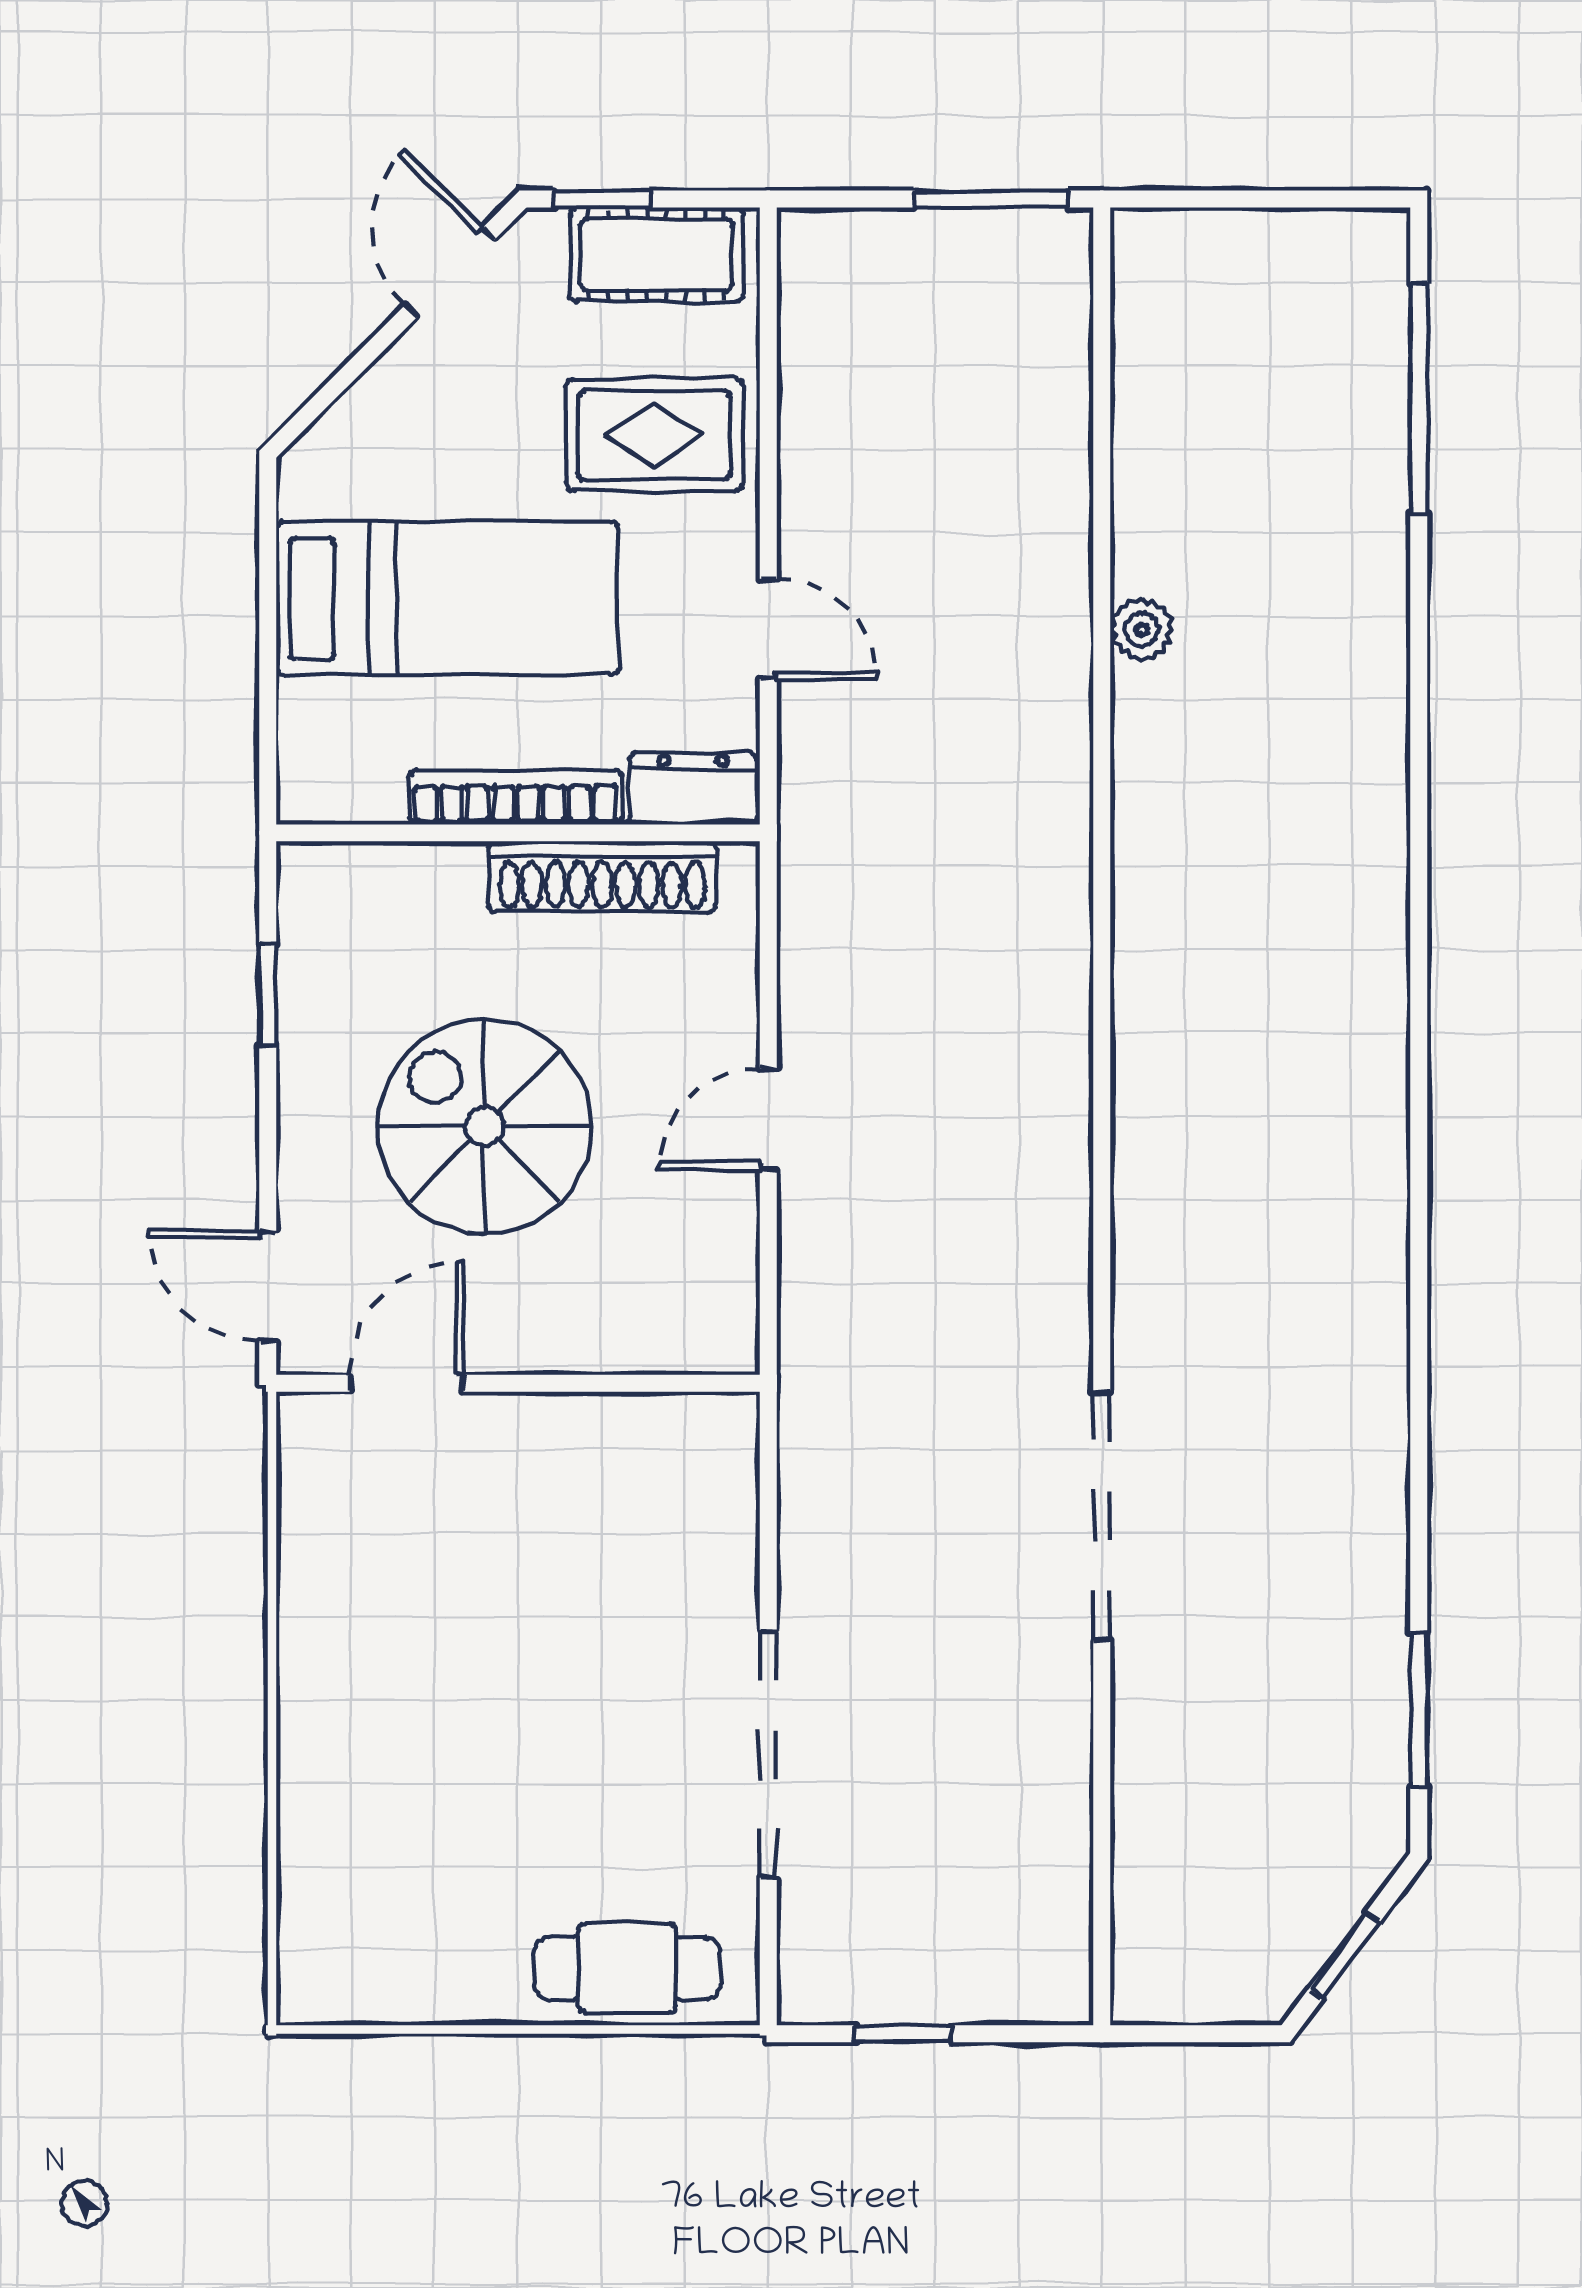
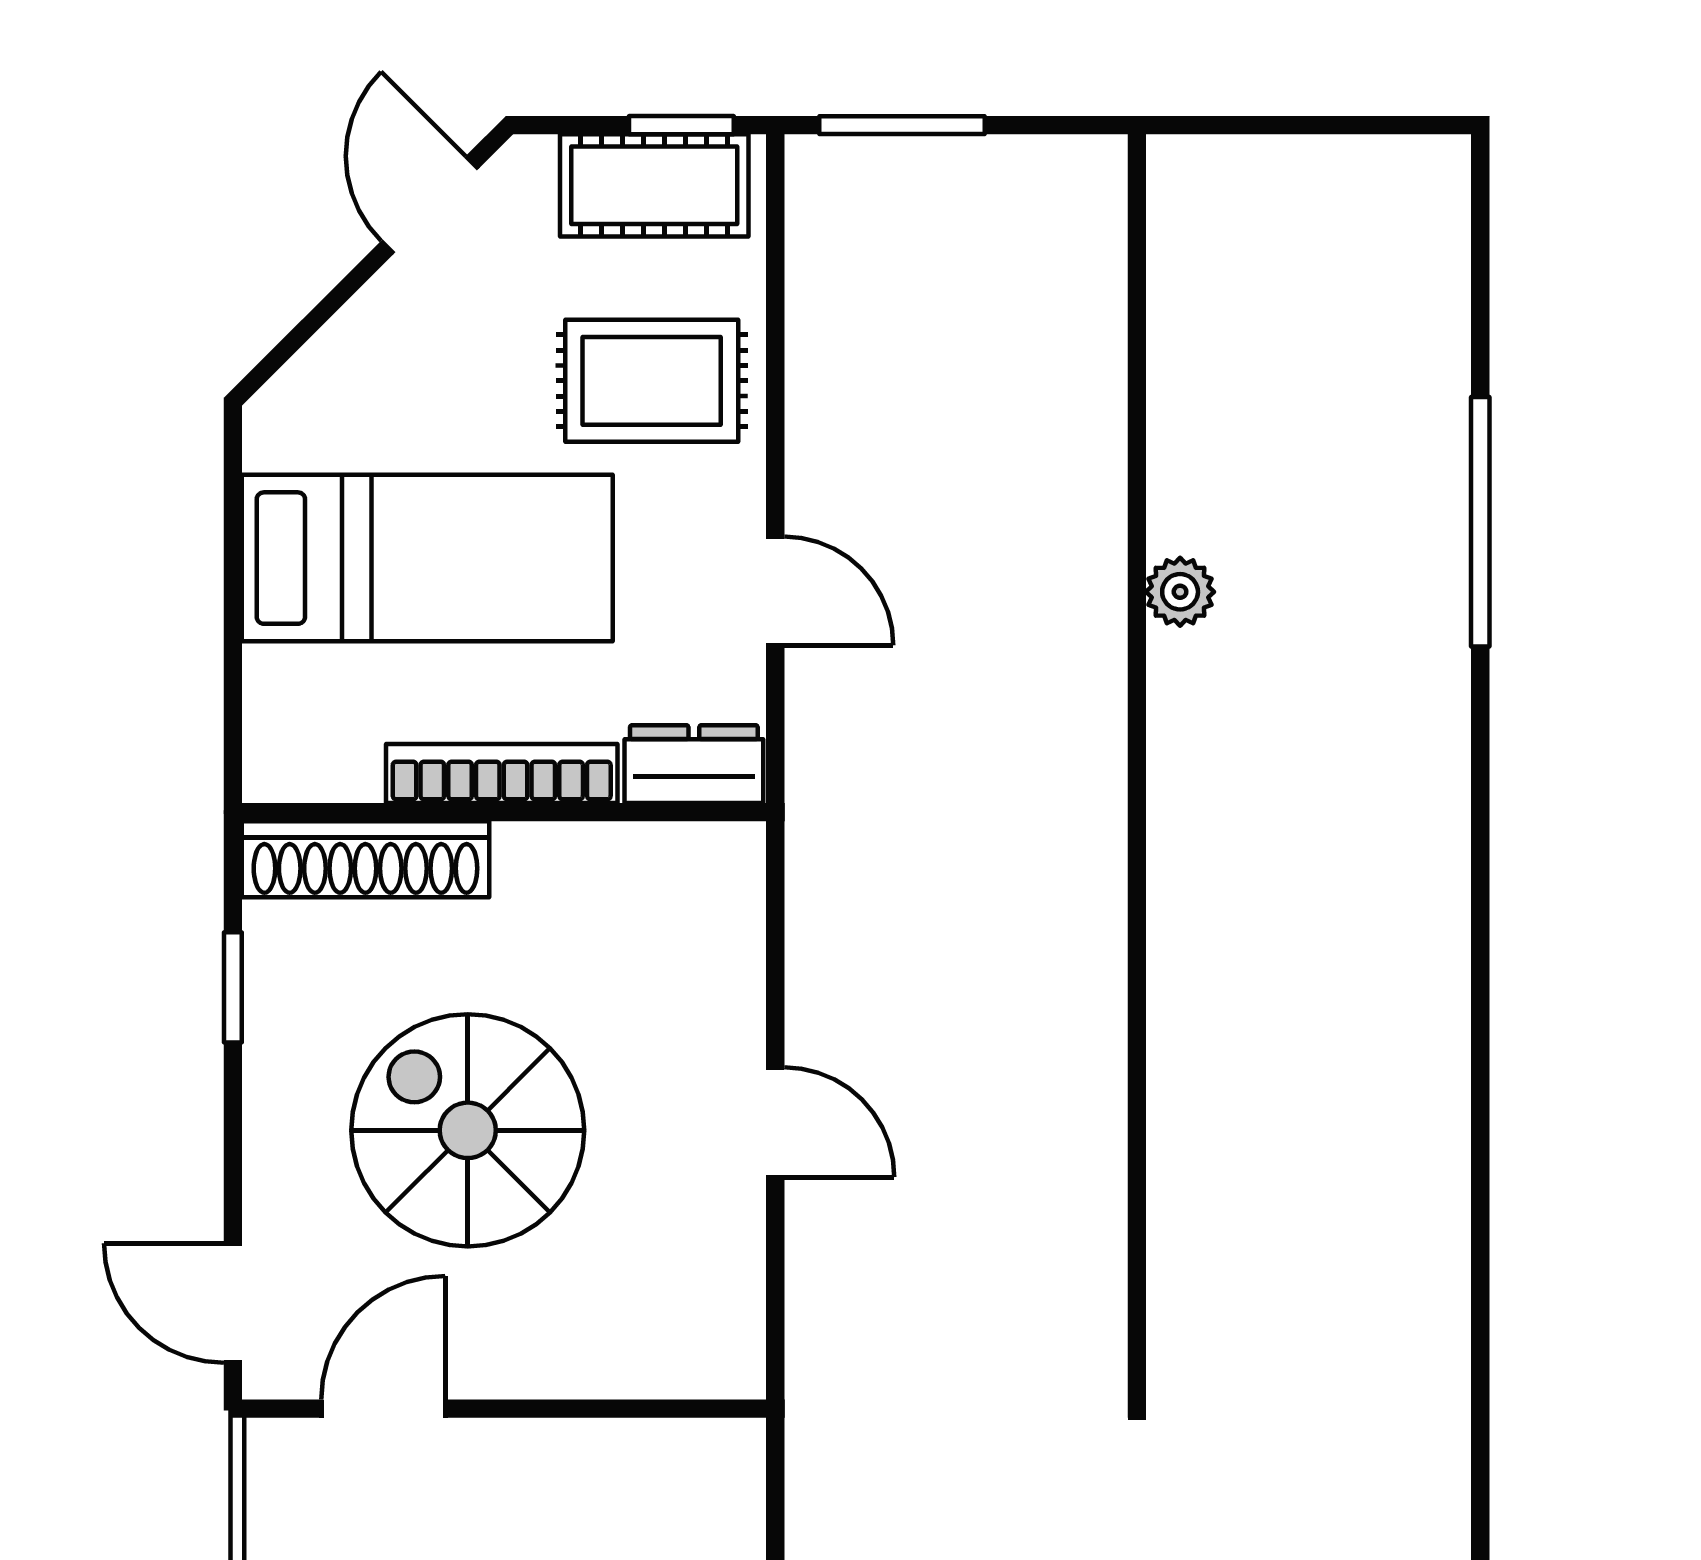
window: (602, 199) -> (681, 125), moved
window: (991, 199) -> (902, 125), moved
window: (1419, 399) -> (1480, 522), moved
shoe rack: (602, 876) -> (365, 859), moved
door: (768, 1119) -> (775, 1122), swing flipped

